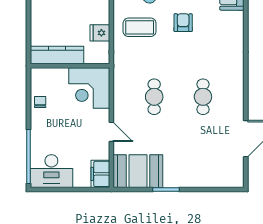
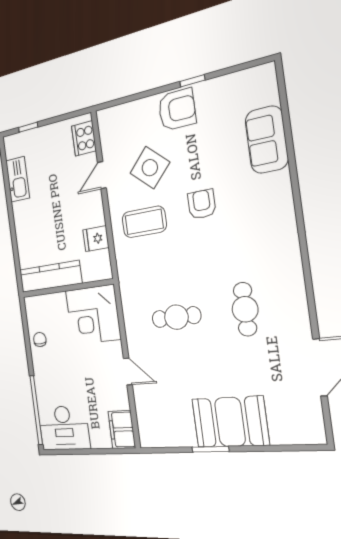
cafe table: (154, 97) -> (176, 317), turned 90
booth: (138, 171) -> (230, 422), moved

